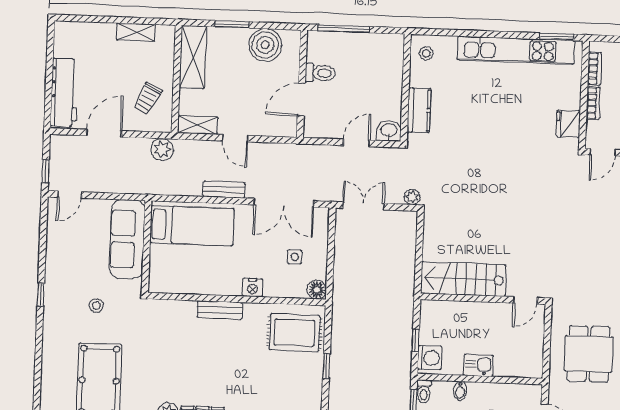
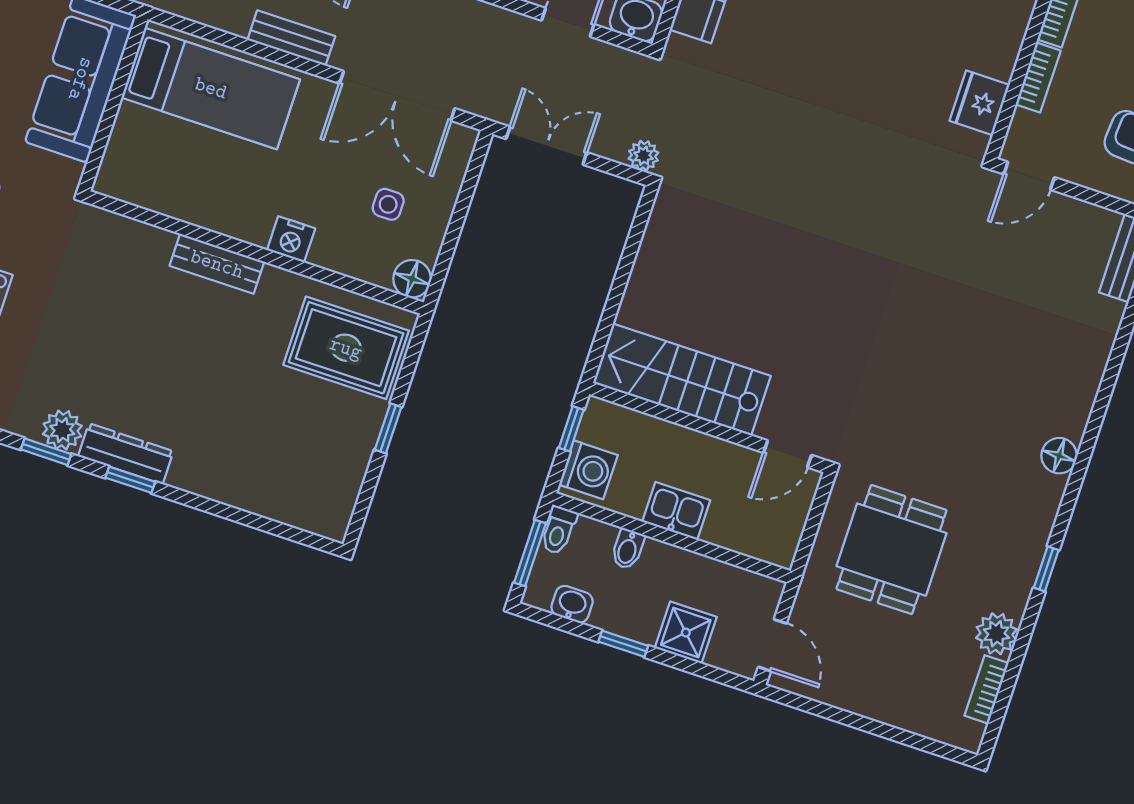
stairs: (463, 279) -> (682, 379), moved
wall: (483, 299) -> (708, 428), moved
door: (525, 300) -> (788, 454), moved

